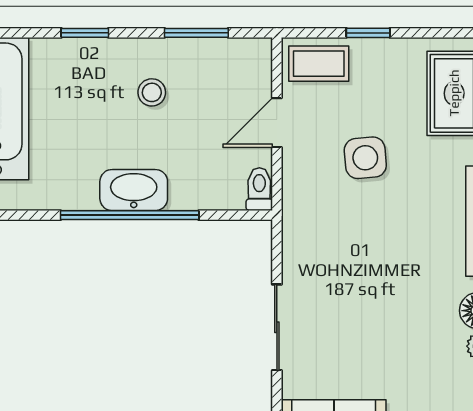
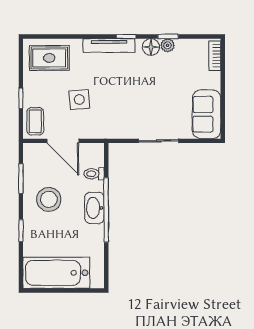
stool: (152, 92) -> (49, 199), width x1.89, depth x1.89
door: (277, 123) -> (63, 141), width x1.38
toilet: (259, 189) -> (94, 174), moved

